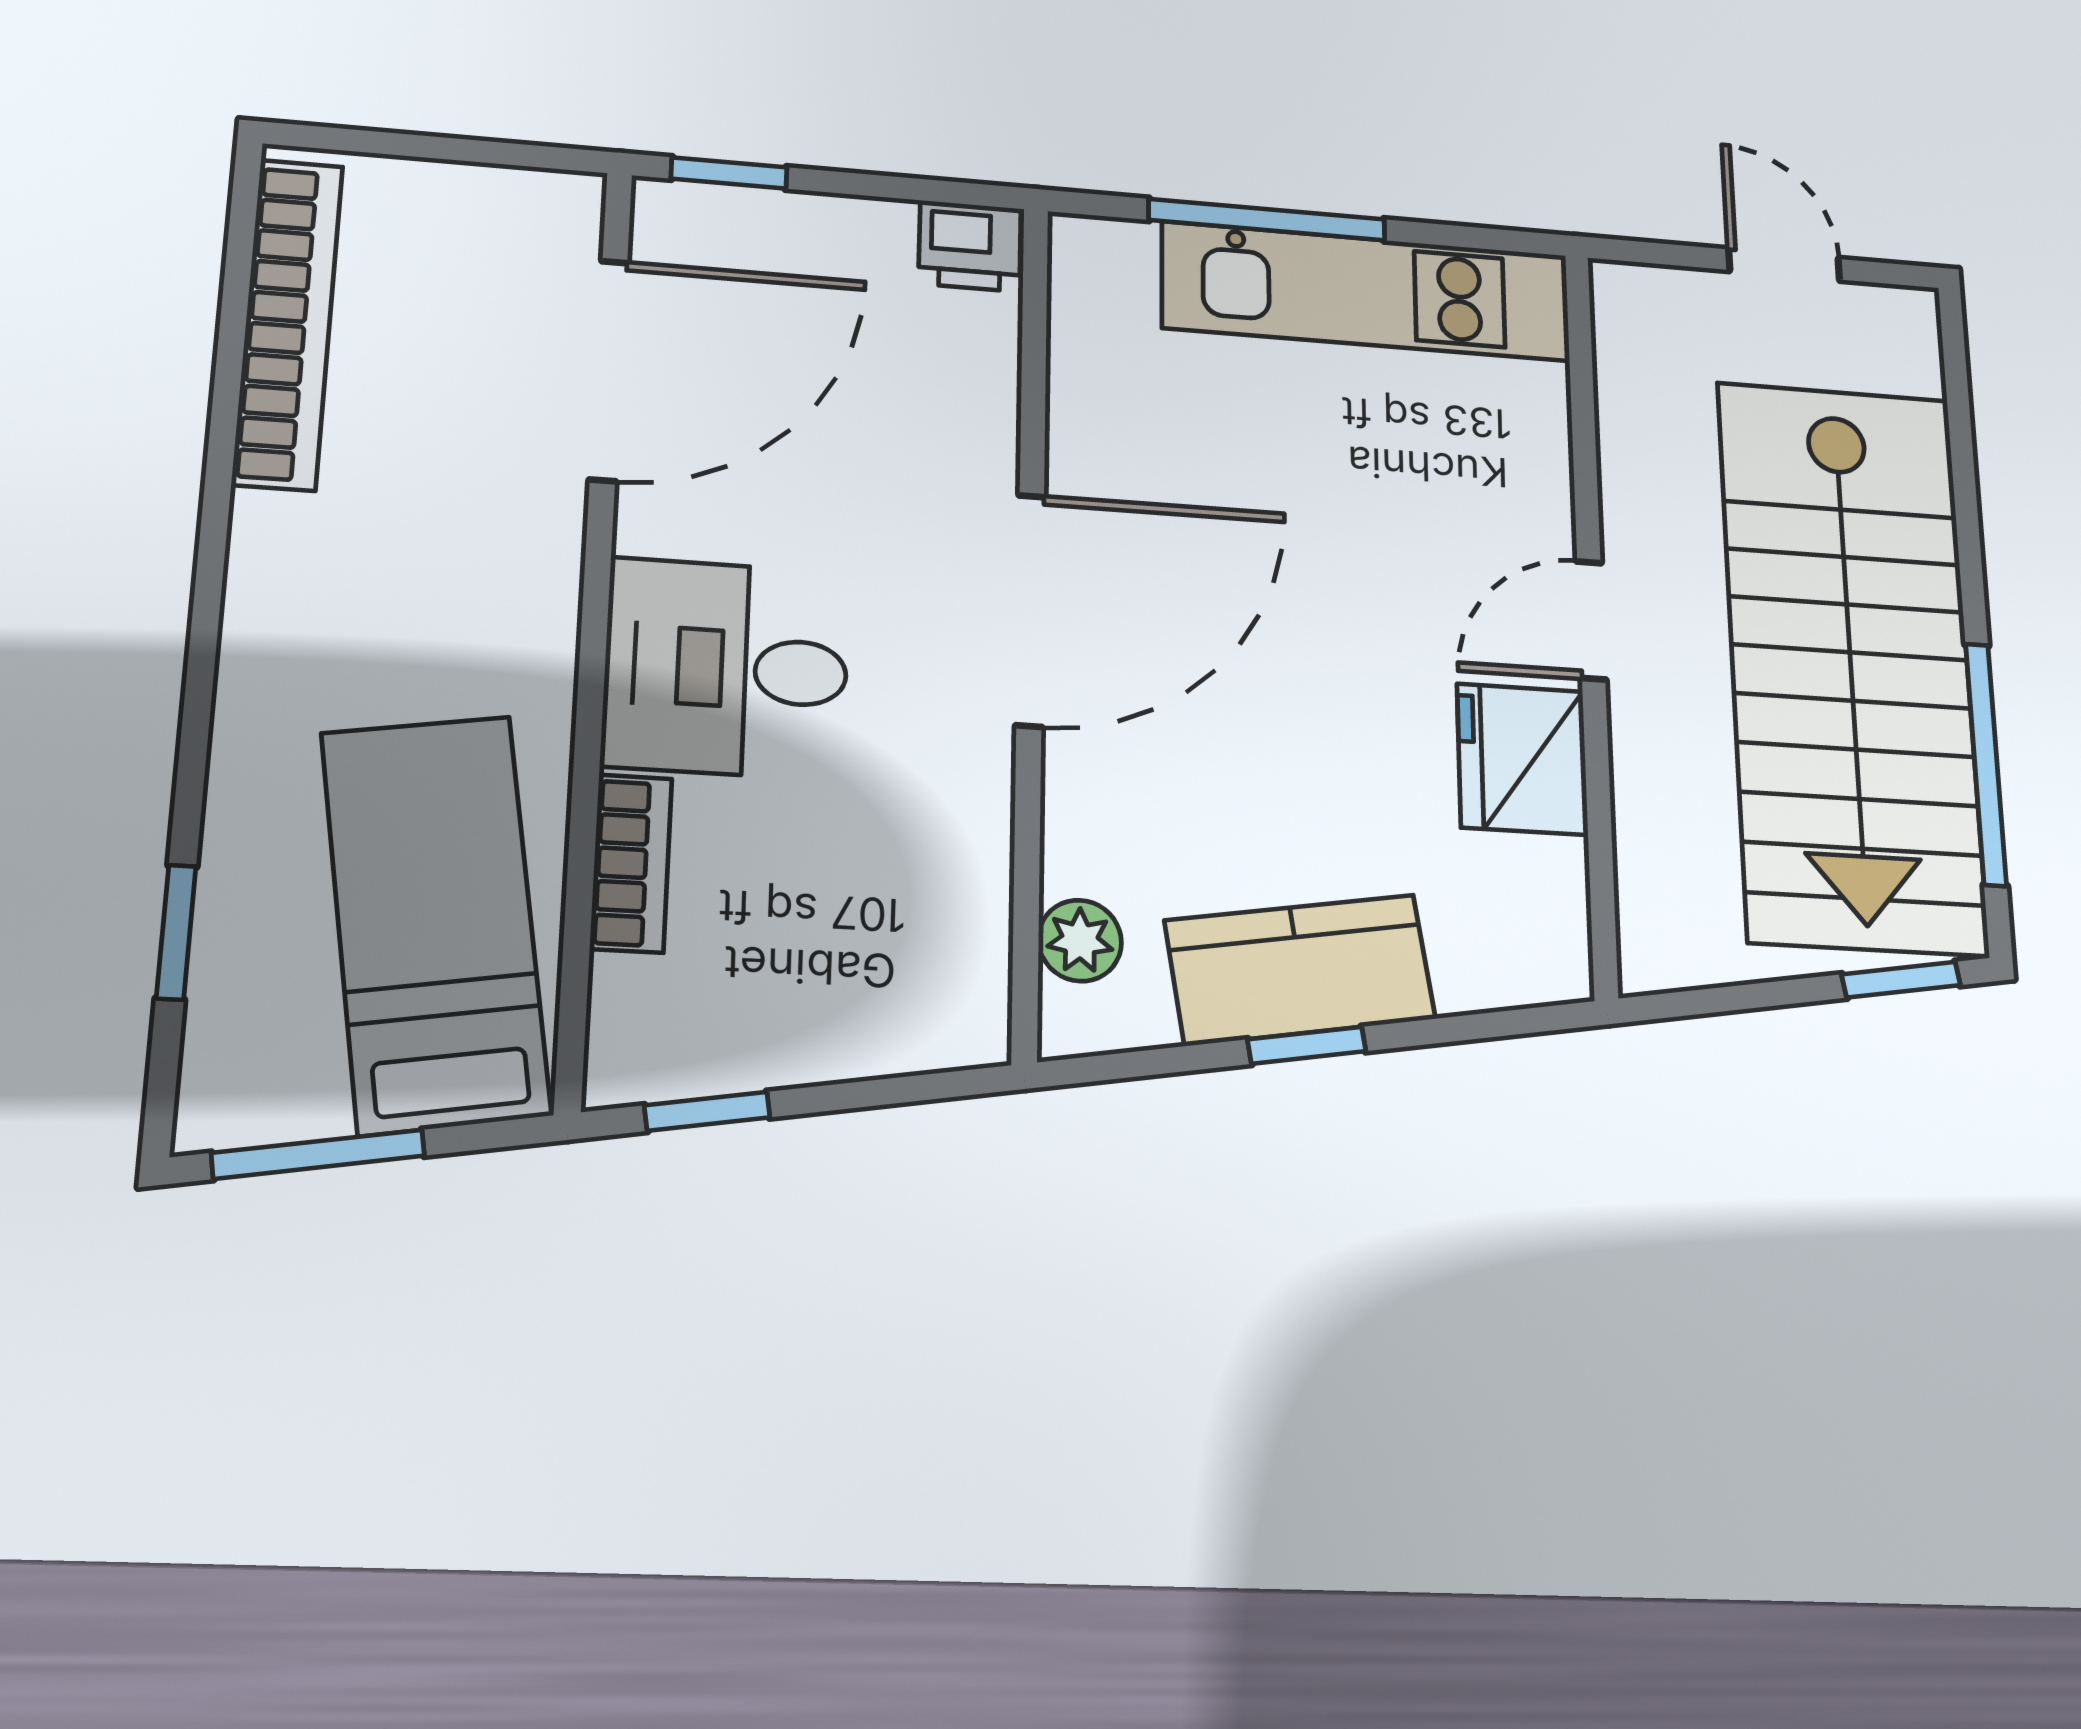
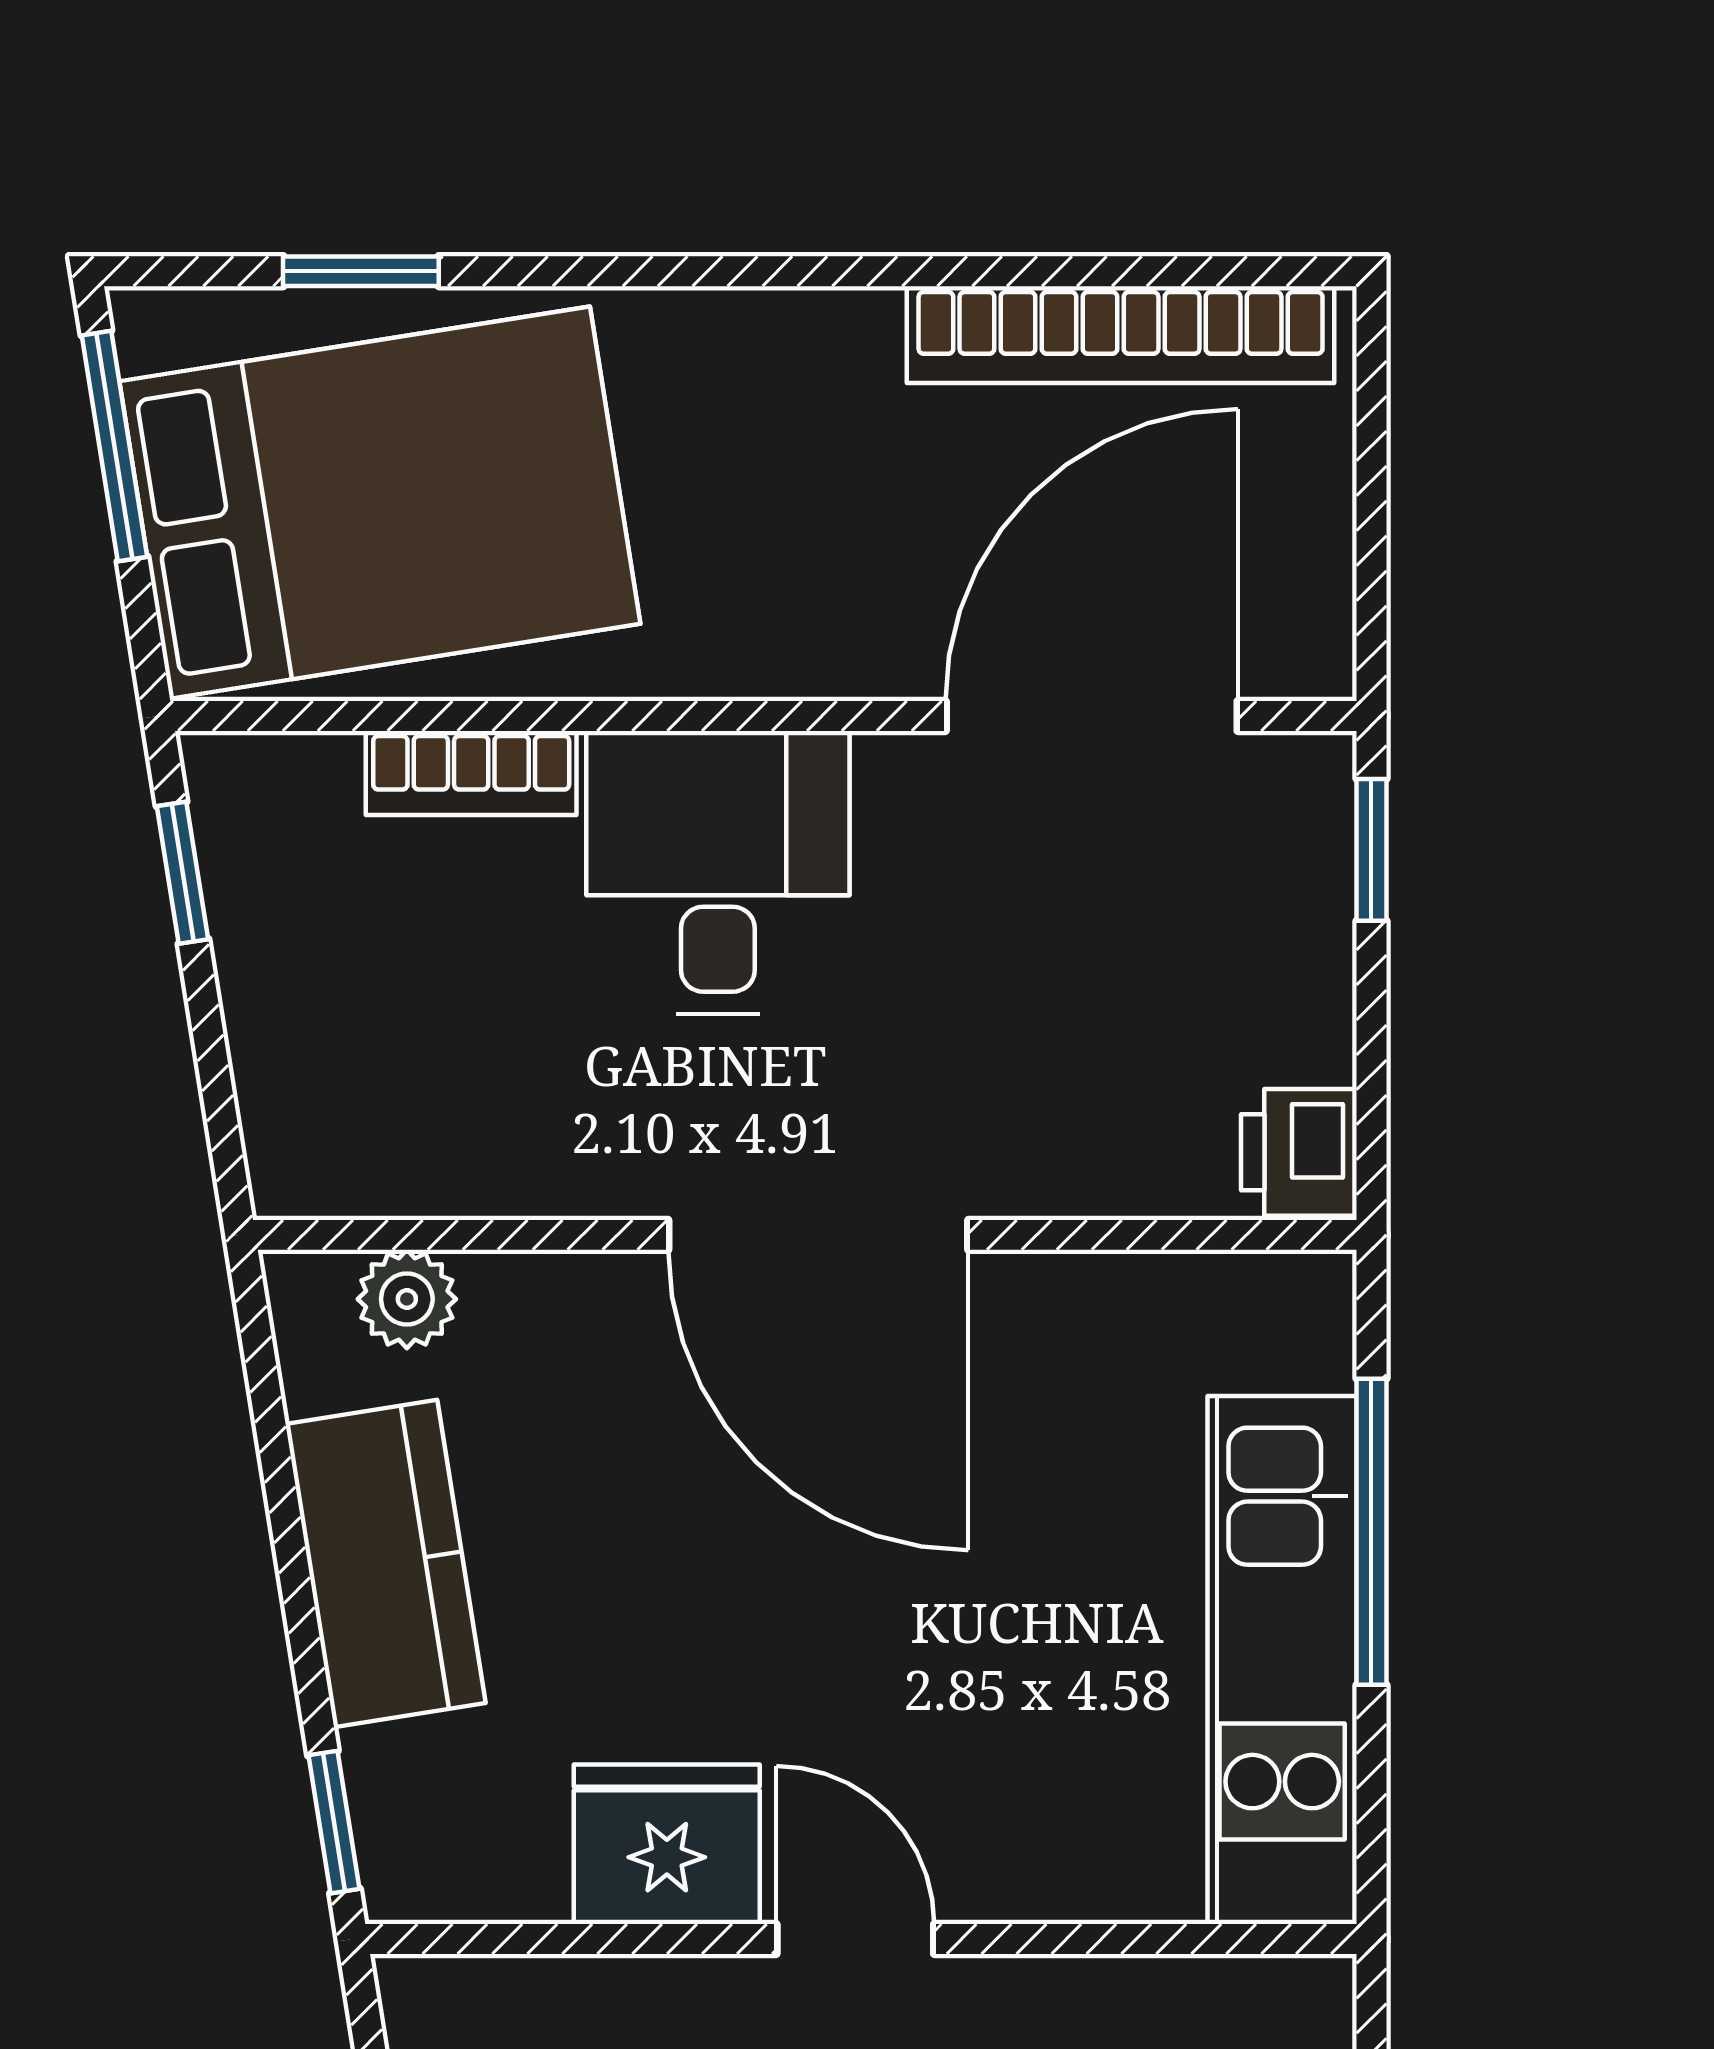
door: (609, 370) -> (1092, 716), swing flipped
bed: (435, 922) -> (380, 503), width x1.50
window: (1307, 1045) -> (334, 1822), moved

